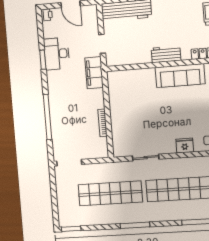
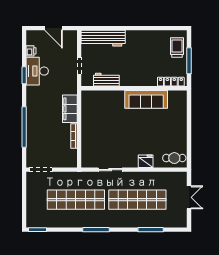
printer: (47, 15) -> (31, 51), moved
workbench: (166, 54) -> (106, 80), moved
filing cabinet: (94, 73) -> (70, 109), moved

